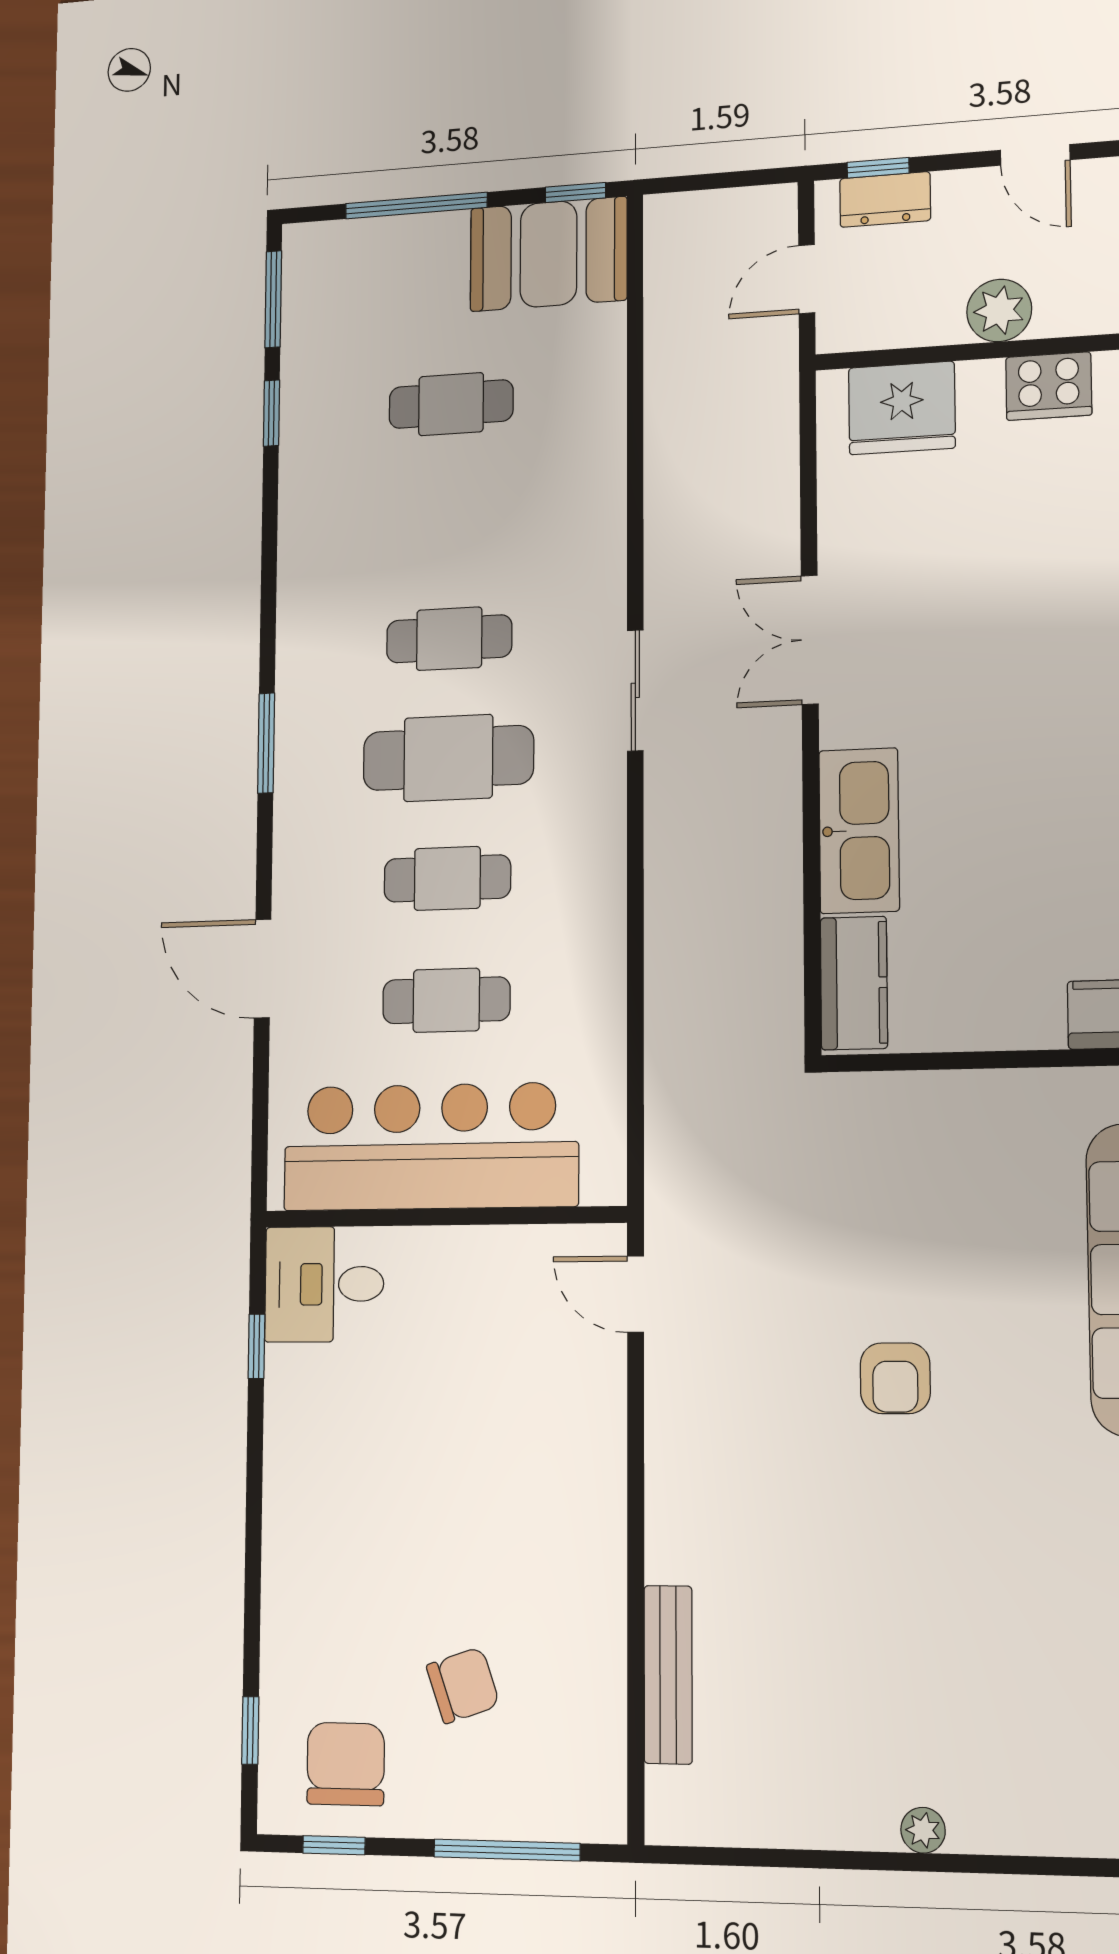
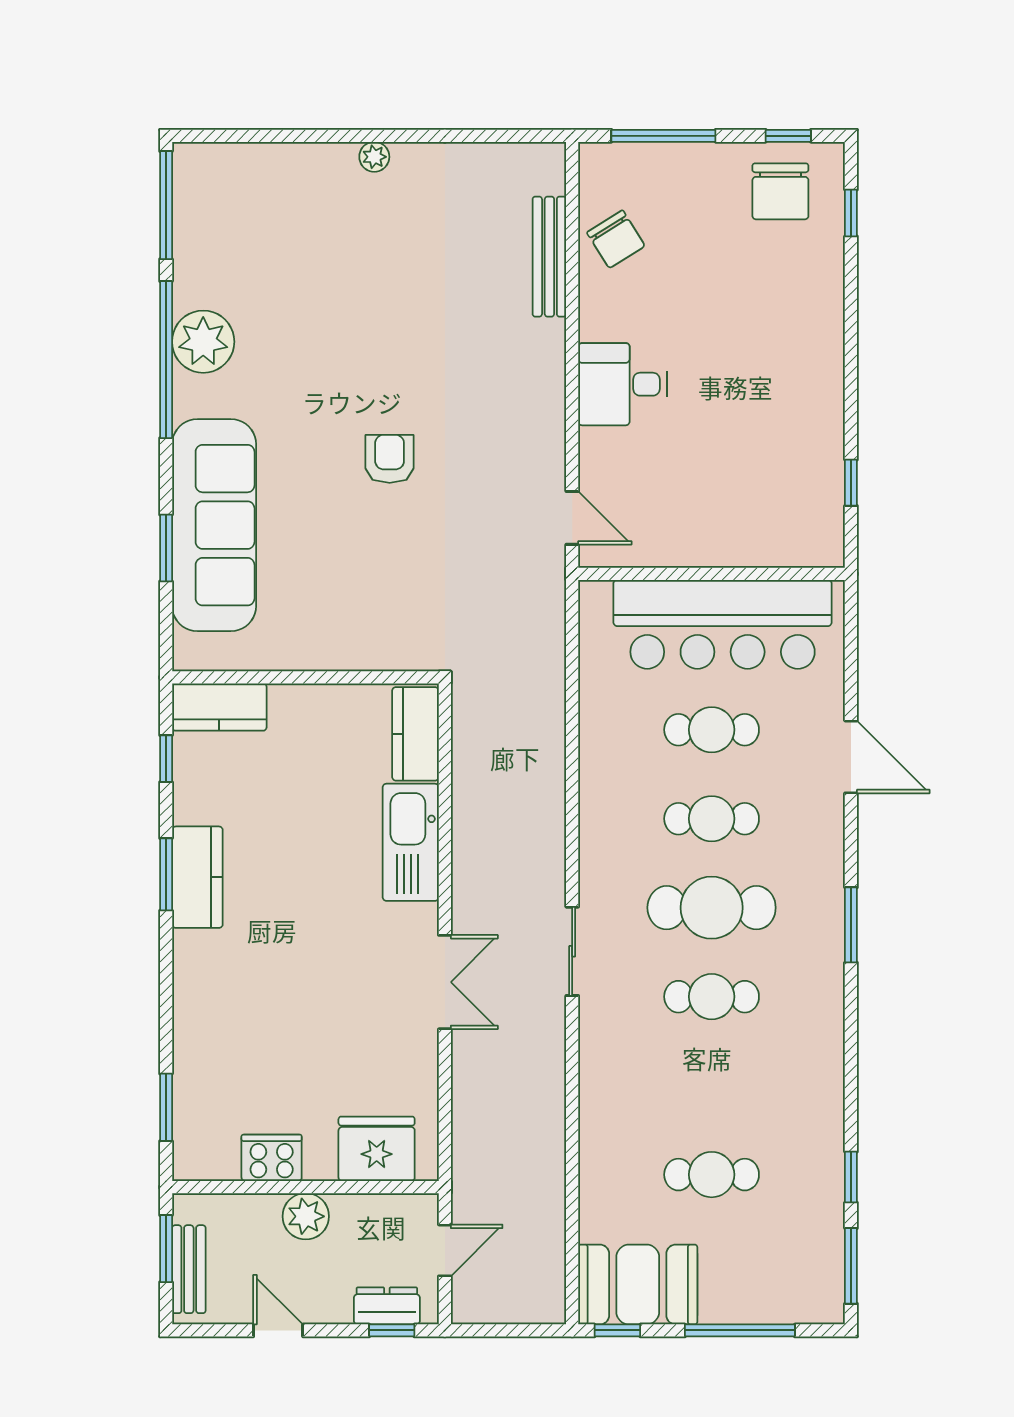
desk: (324, 1284) -> (623, 384), moved, turned 180
chair: (463, 1685) -> (616, 239), moved, turned -103

